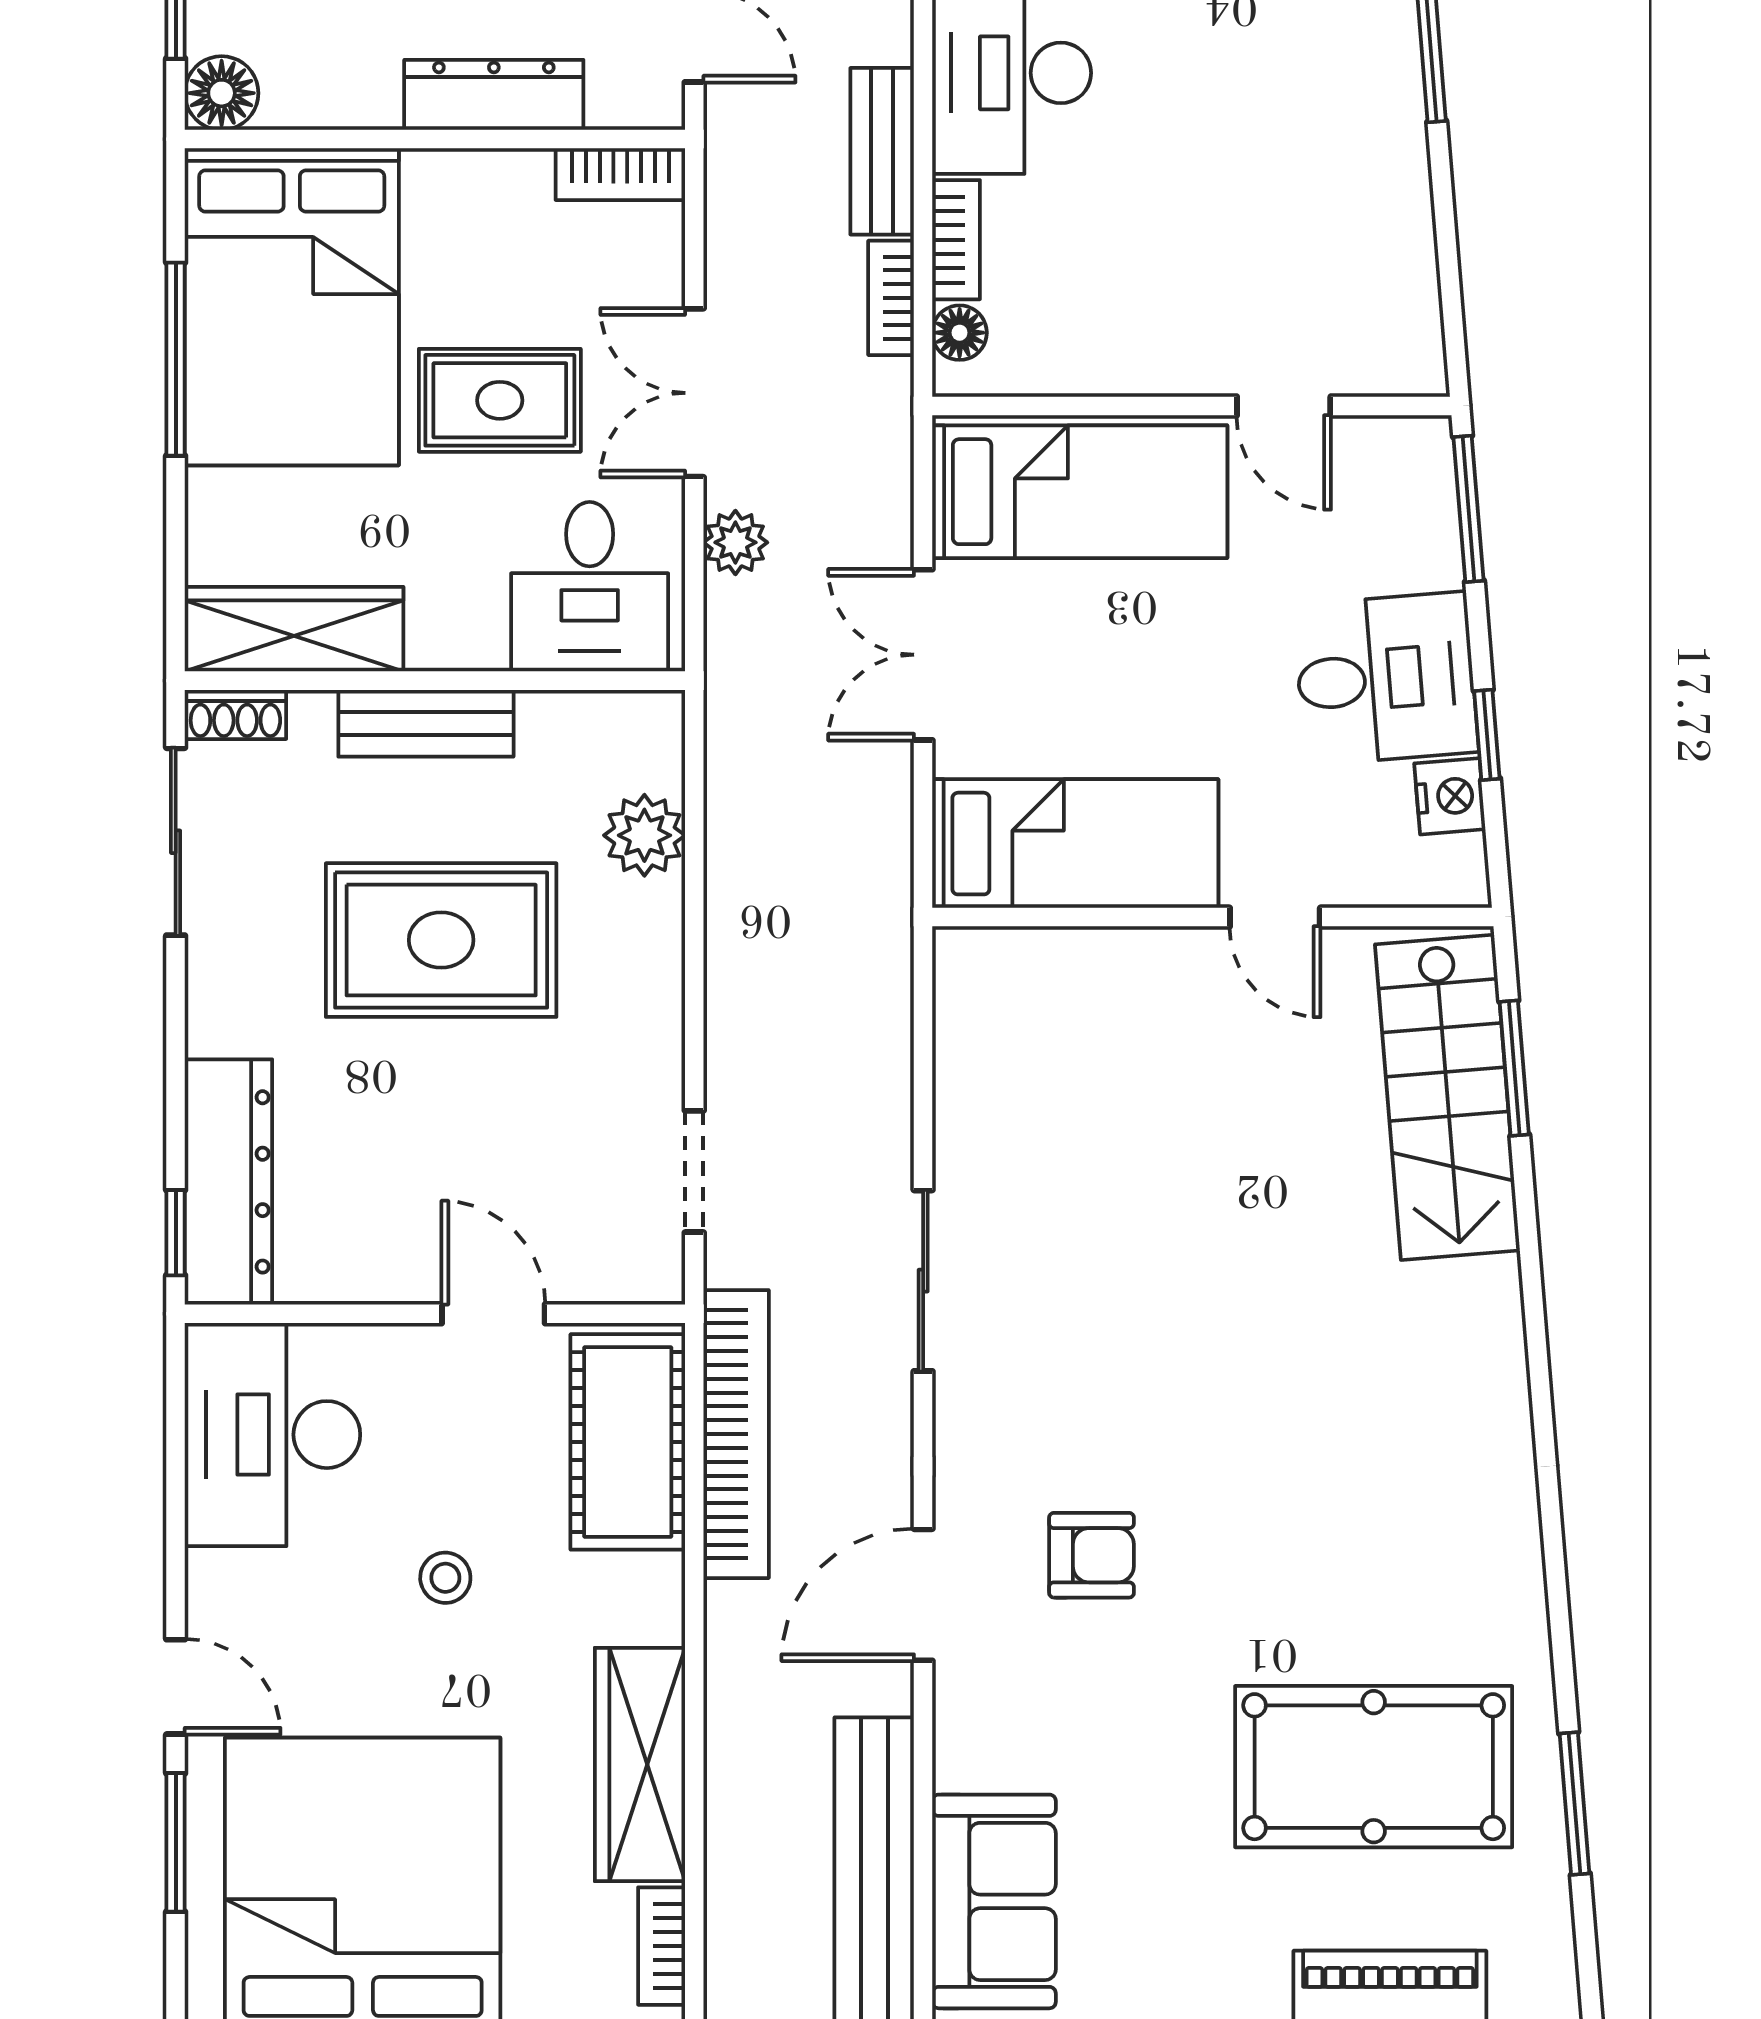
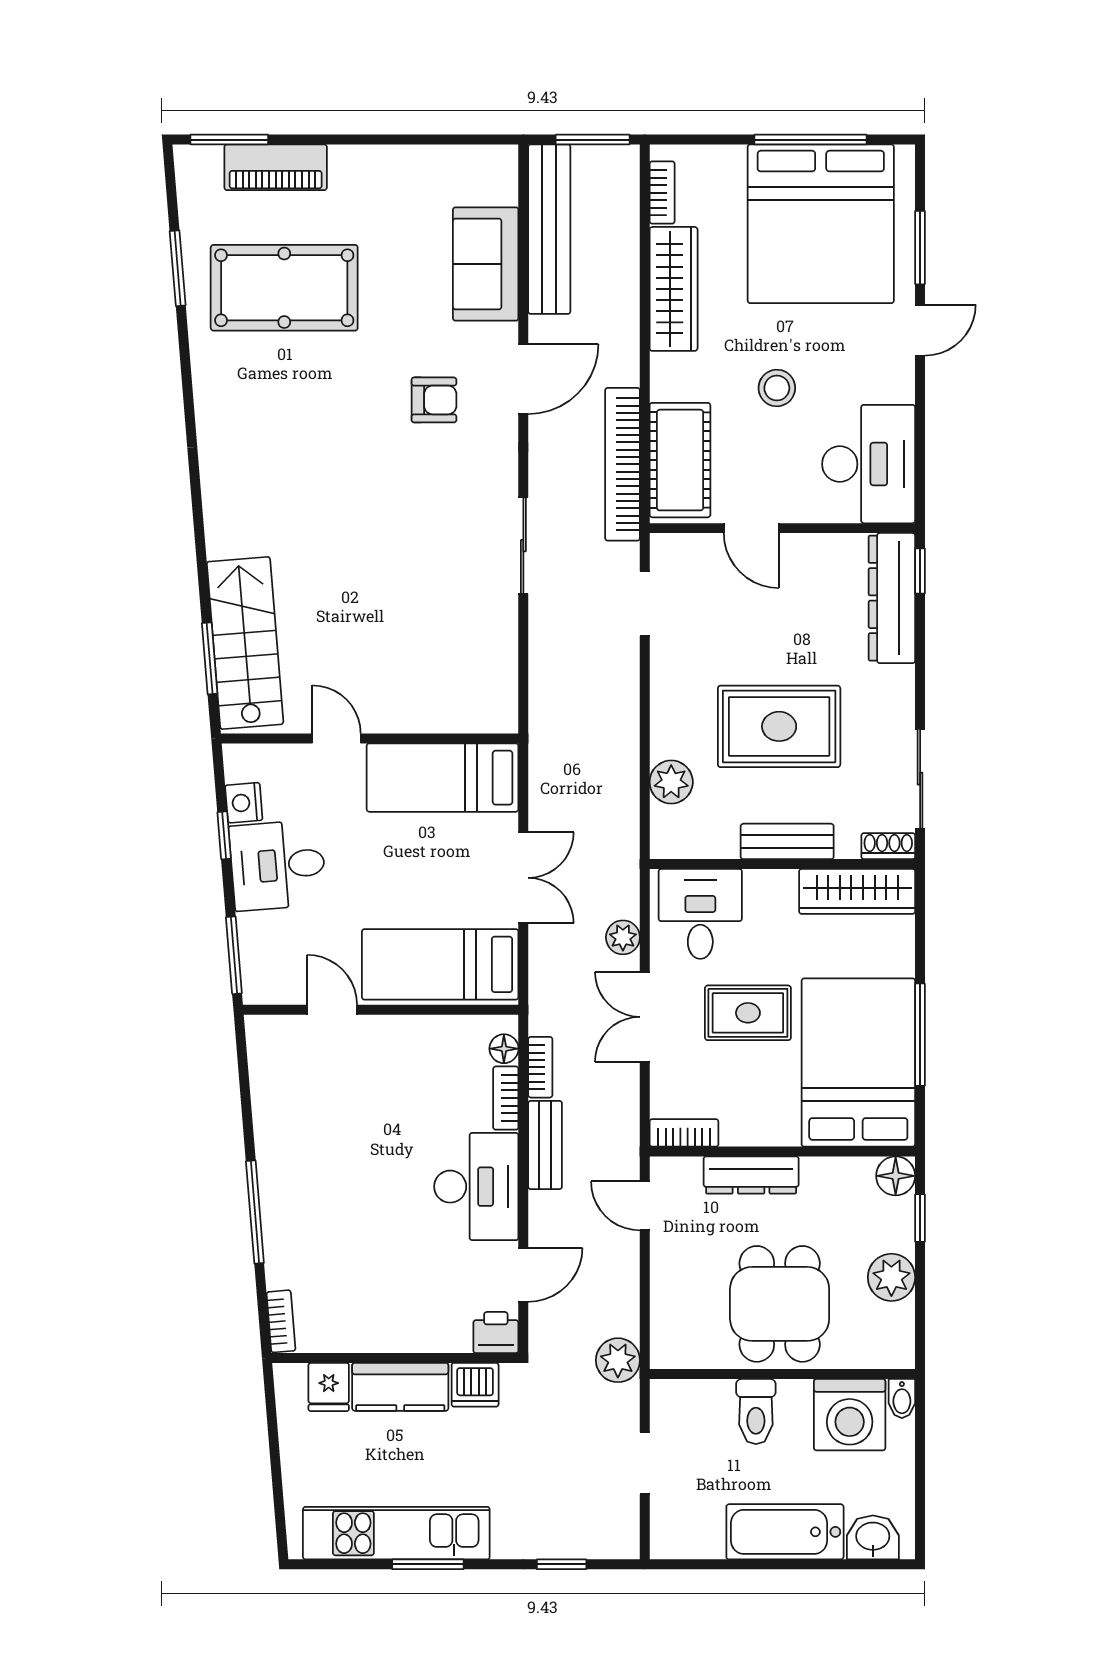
double door: (694, 393) -> (645, 1017), swing flipped
armchair: (1091, 1555) -> (434, 400), turned 180
stool: (445, 1578) -> (777, 388), width x1.37, depth x1.37
door: (176, 1687) -> (920, 330), swing flipped
sofa: (994, 1901) -> (486, 264), moved

